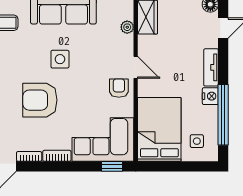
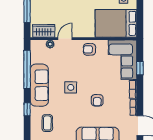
door: (136, 67) -> (65, 39), moved
armchair: (40, 100) -> (97, 100), width x0.53, depth x0.53
window: (112, 166) -> (140, 68), moved

